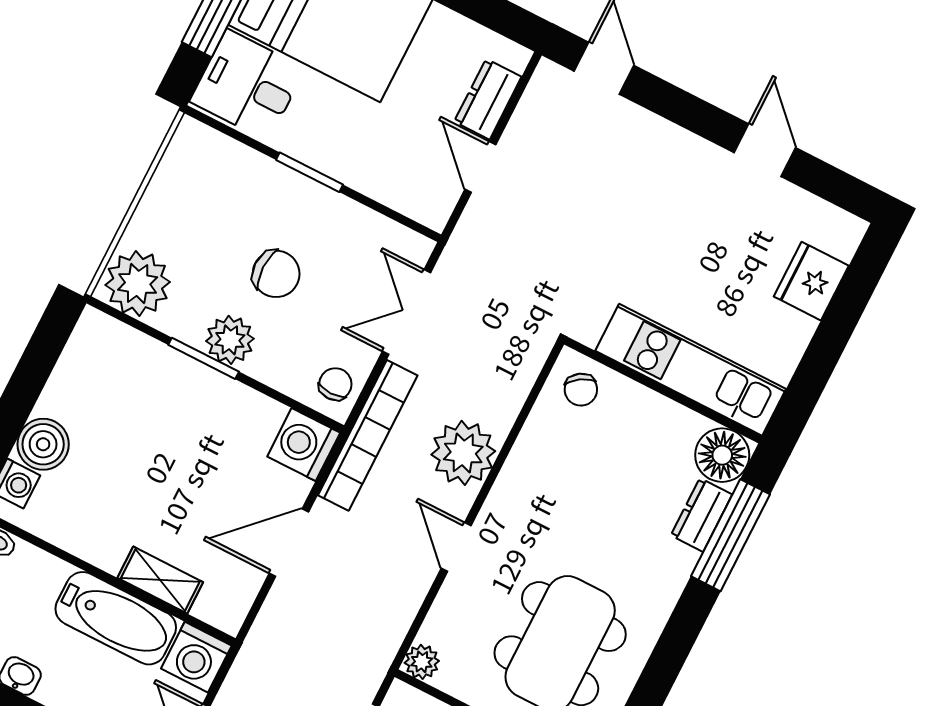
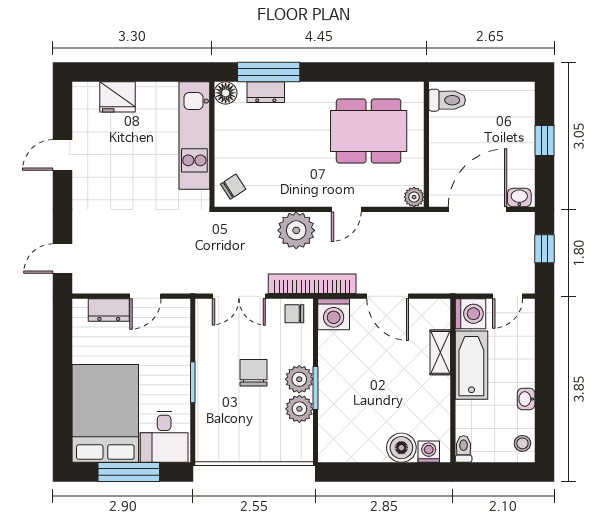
plant: (138, 283) -> (299, 409), moved, width x0.73, depth x0.73
floor lamp: (722, 455) -> (226, 93), width x0.73, depth x0.73

